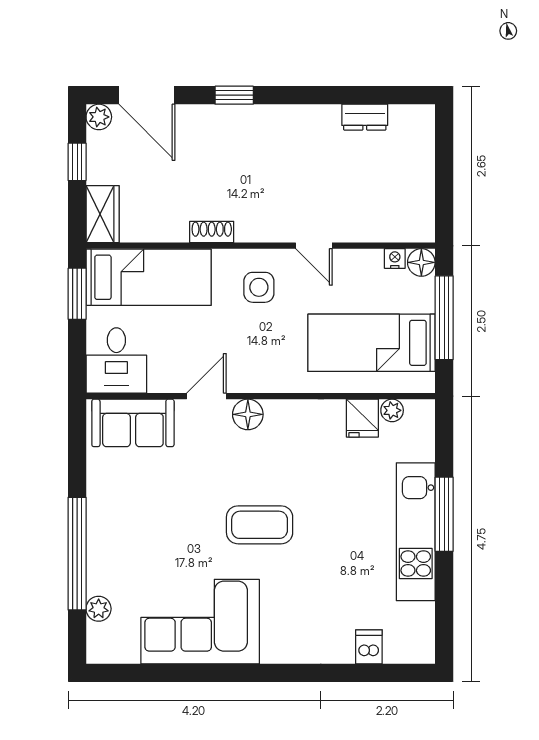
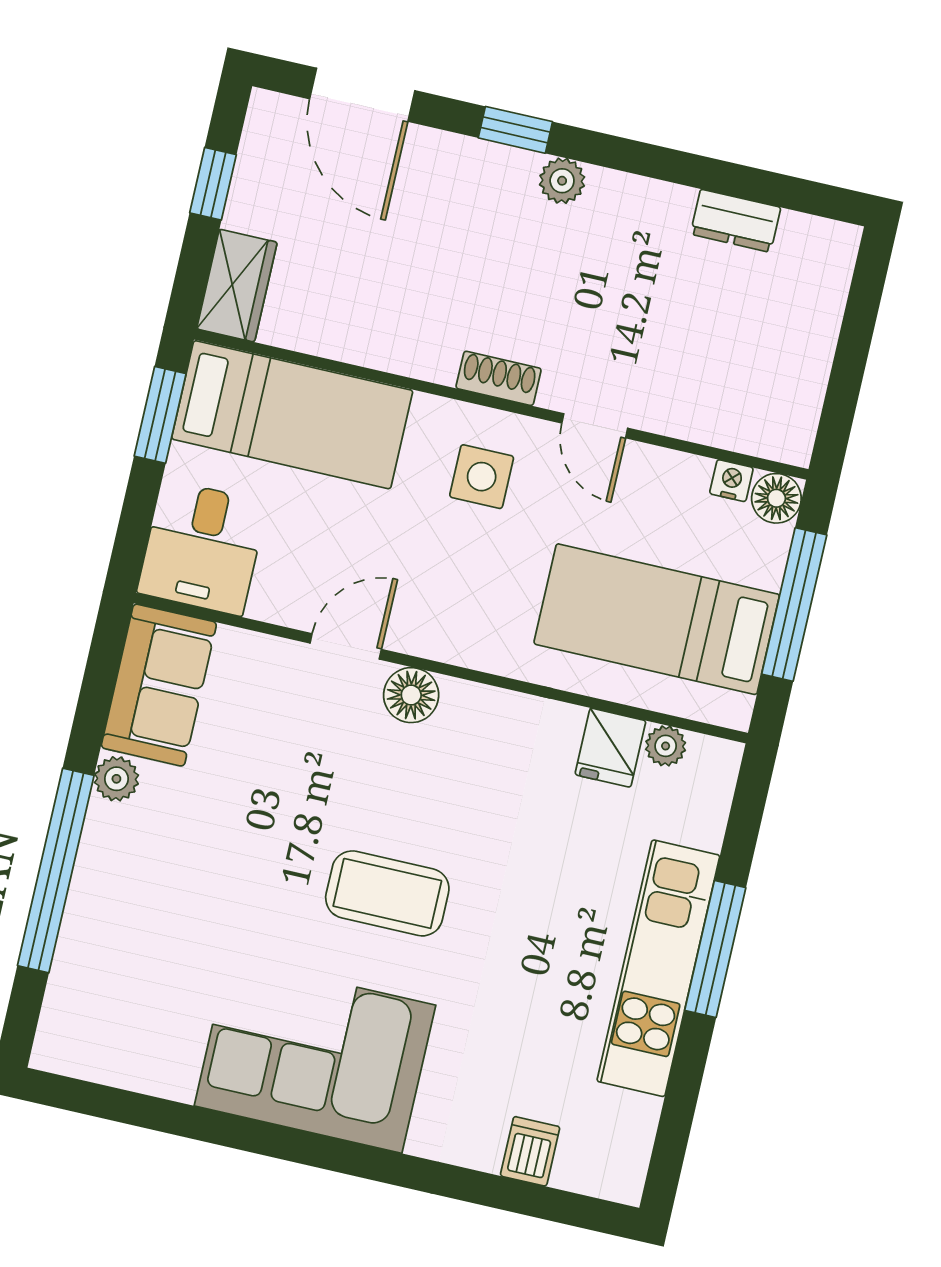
plant: (99, 117) -> (562, 181), moved
shoe rack: (212, 232) -> (499, 378), moved
sofa: (133, 423) -> (159, 685), moved, turned -90
plant: (99, 609) -> (116, 779), moved
corner sofa: (200, 622) -> (315, 1055), moved

